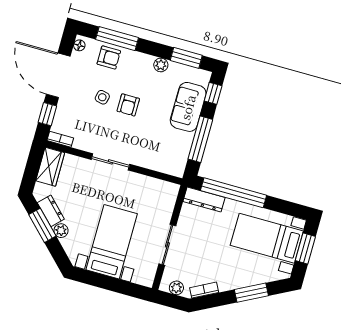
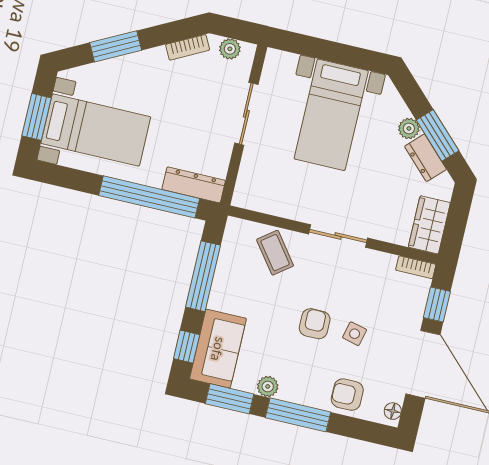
window: (117, 39) -> (298, 415), moved
sofa: (188, 107) -> (218, 349), moved
coffee table: (152, 153) -> (275, 253), added

